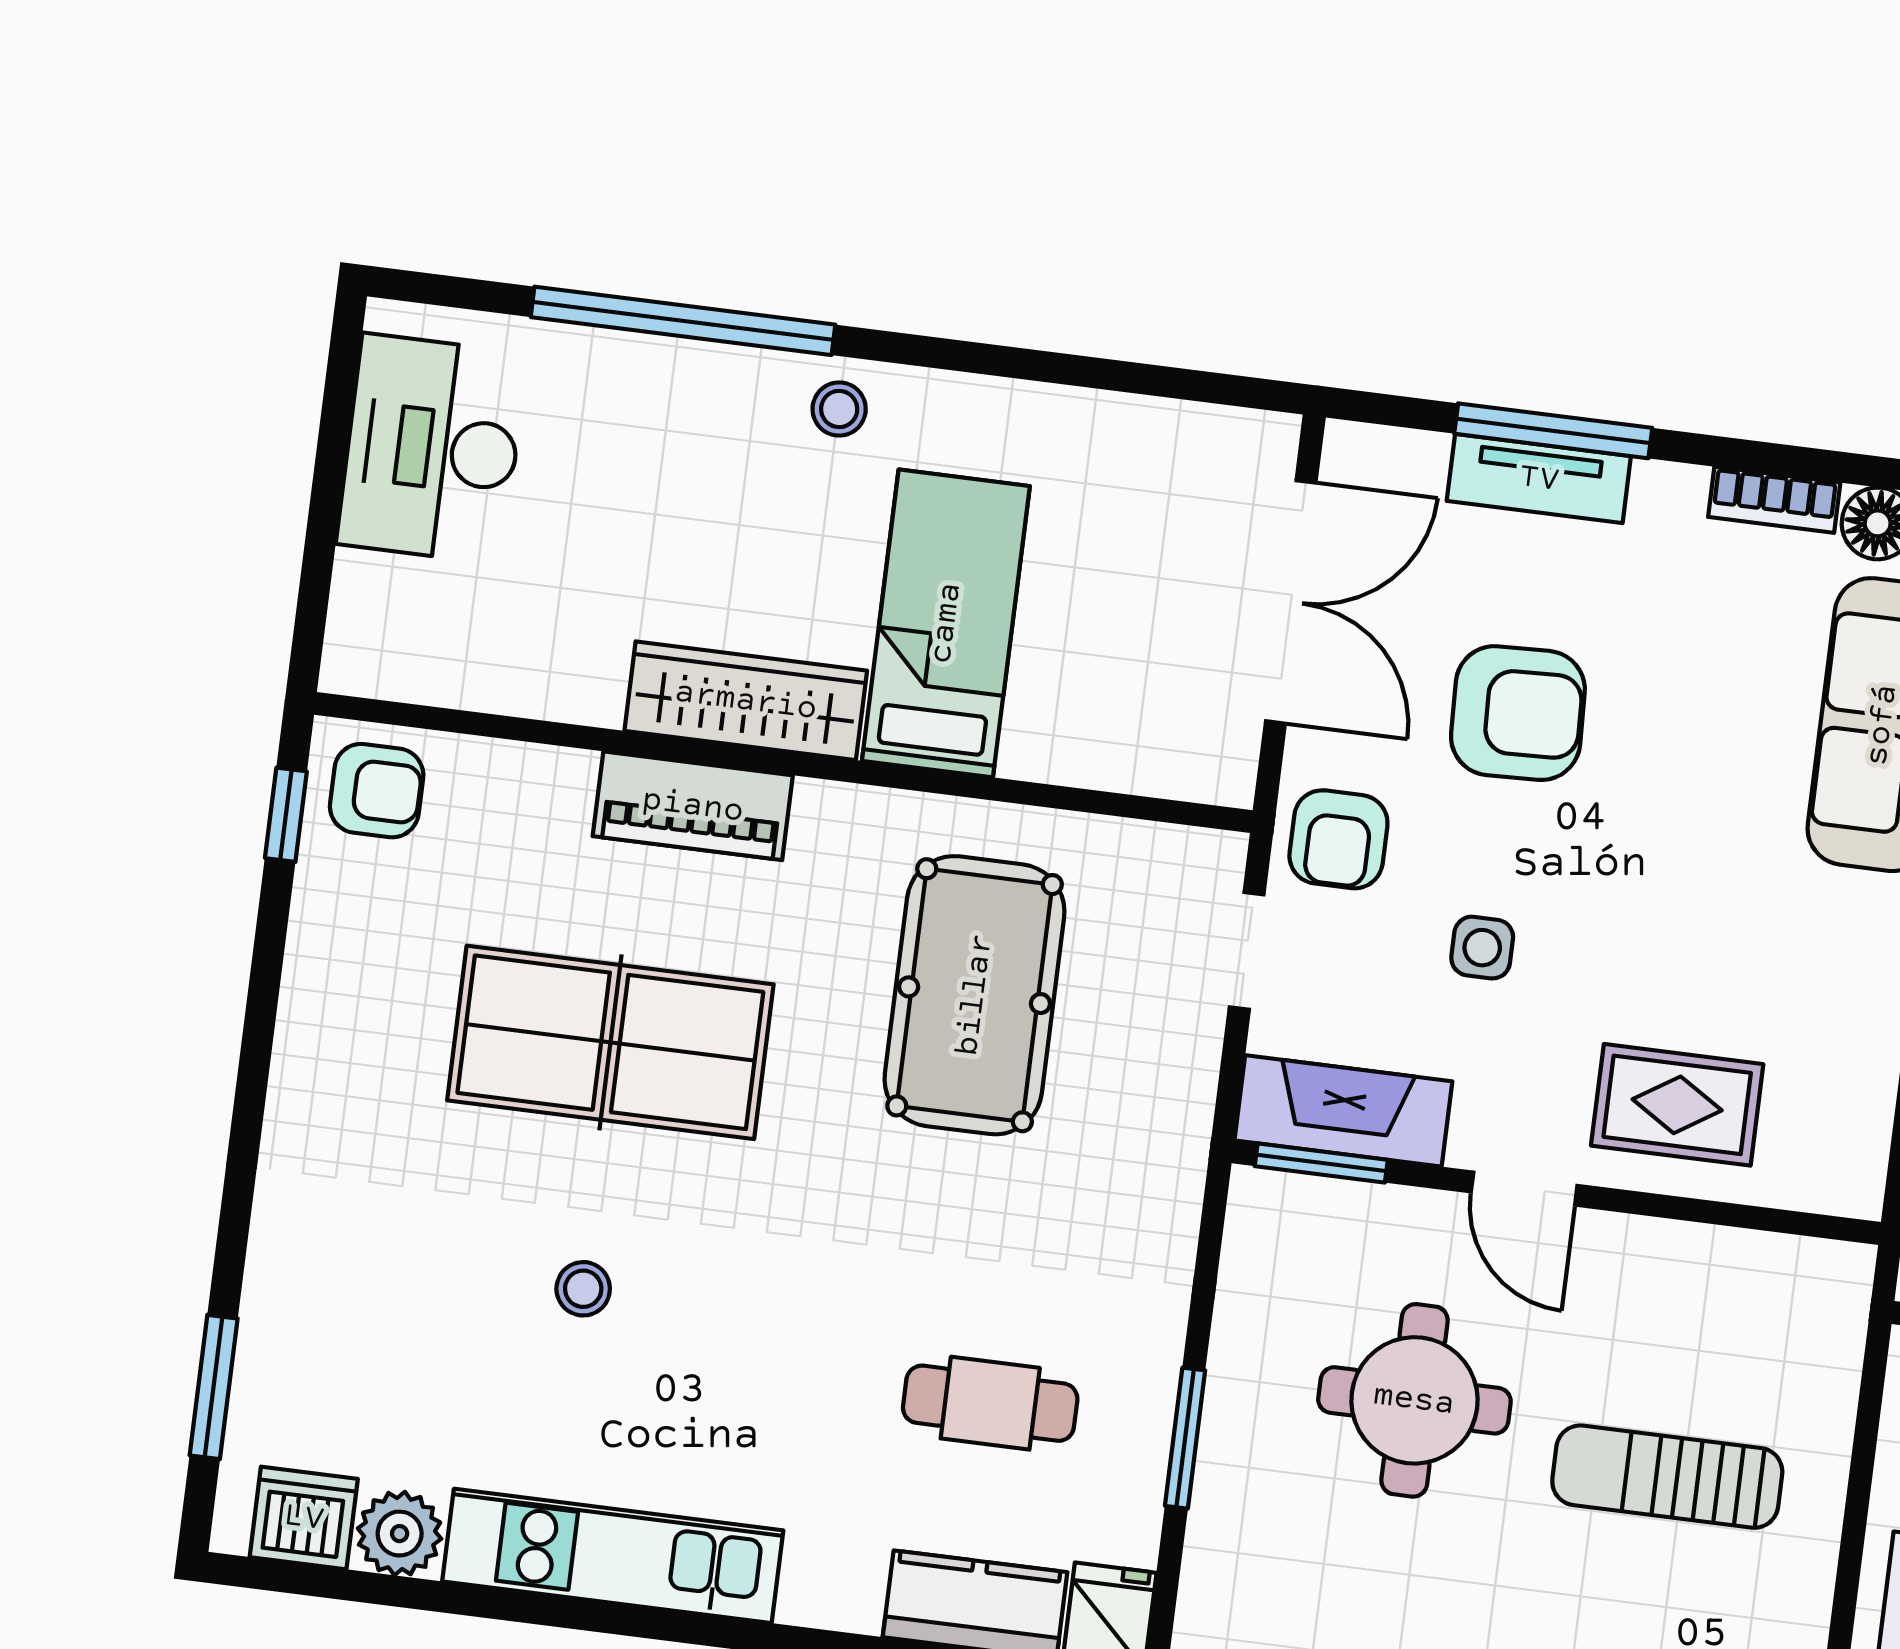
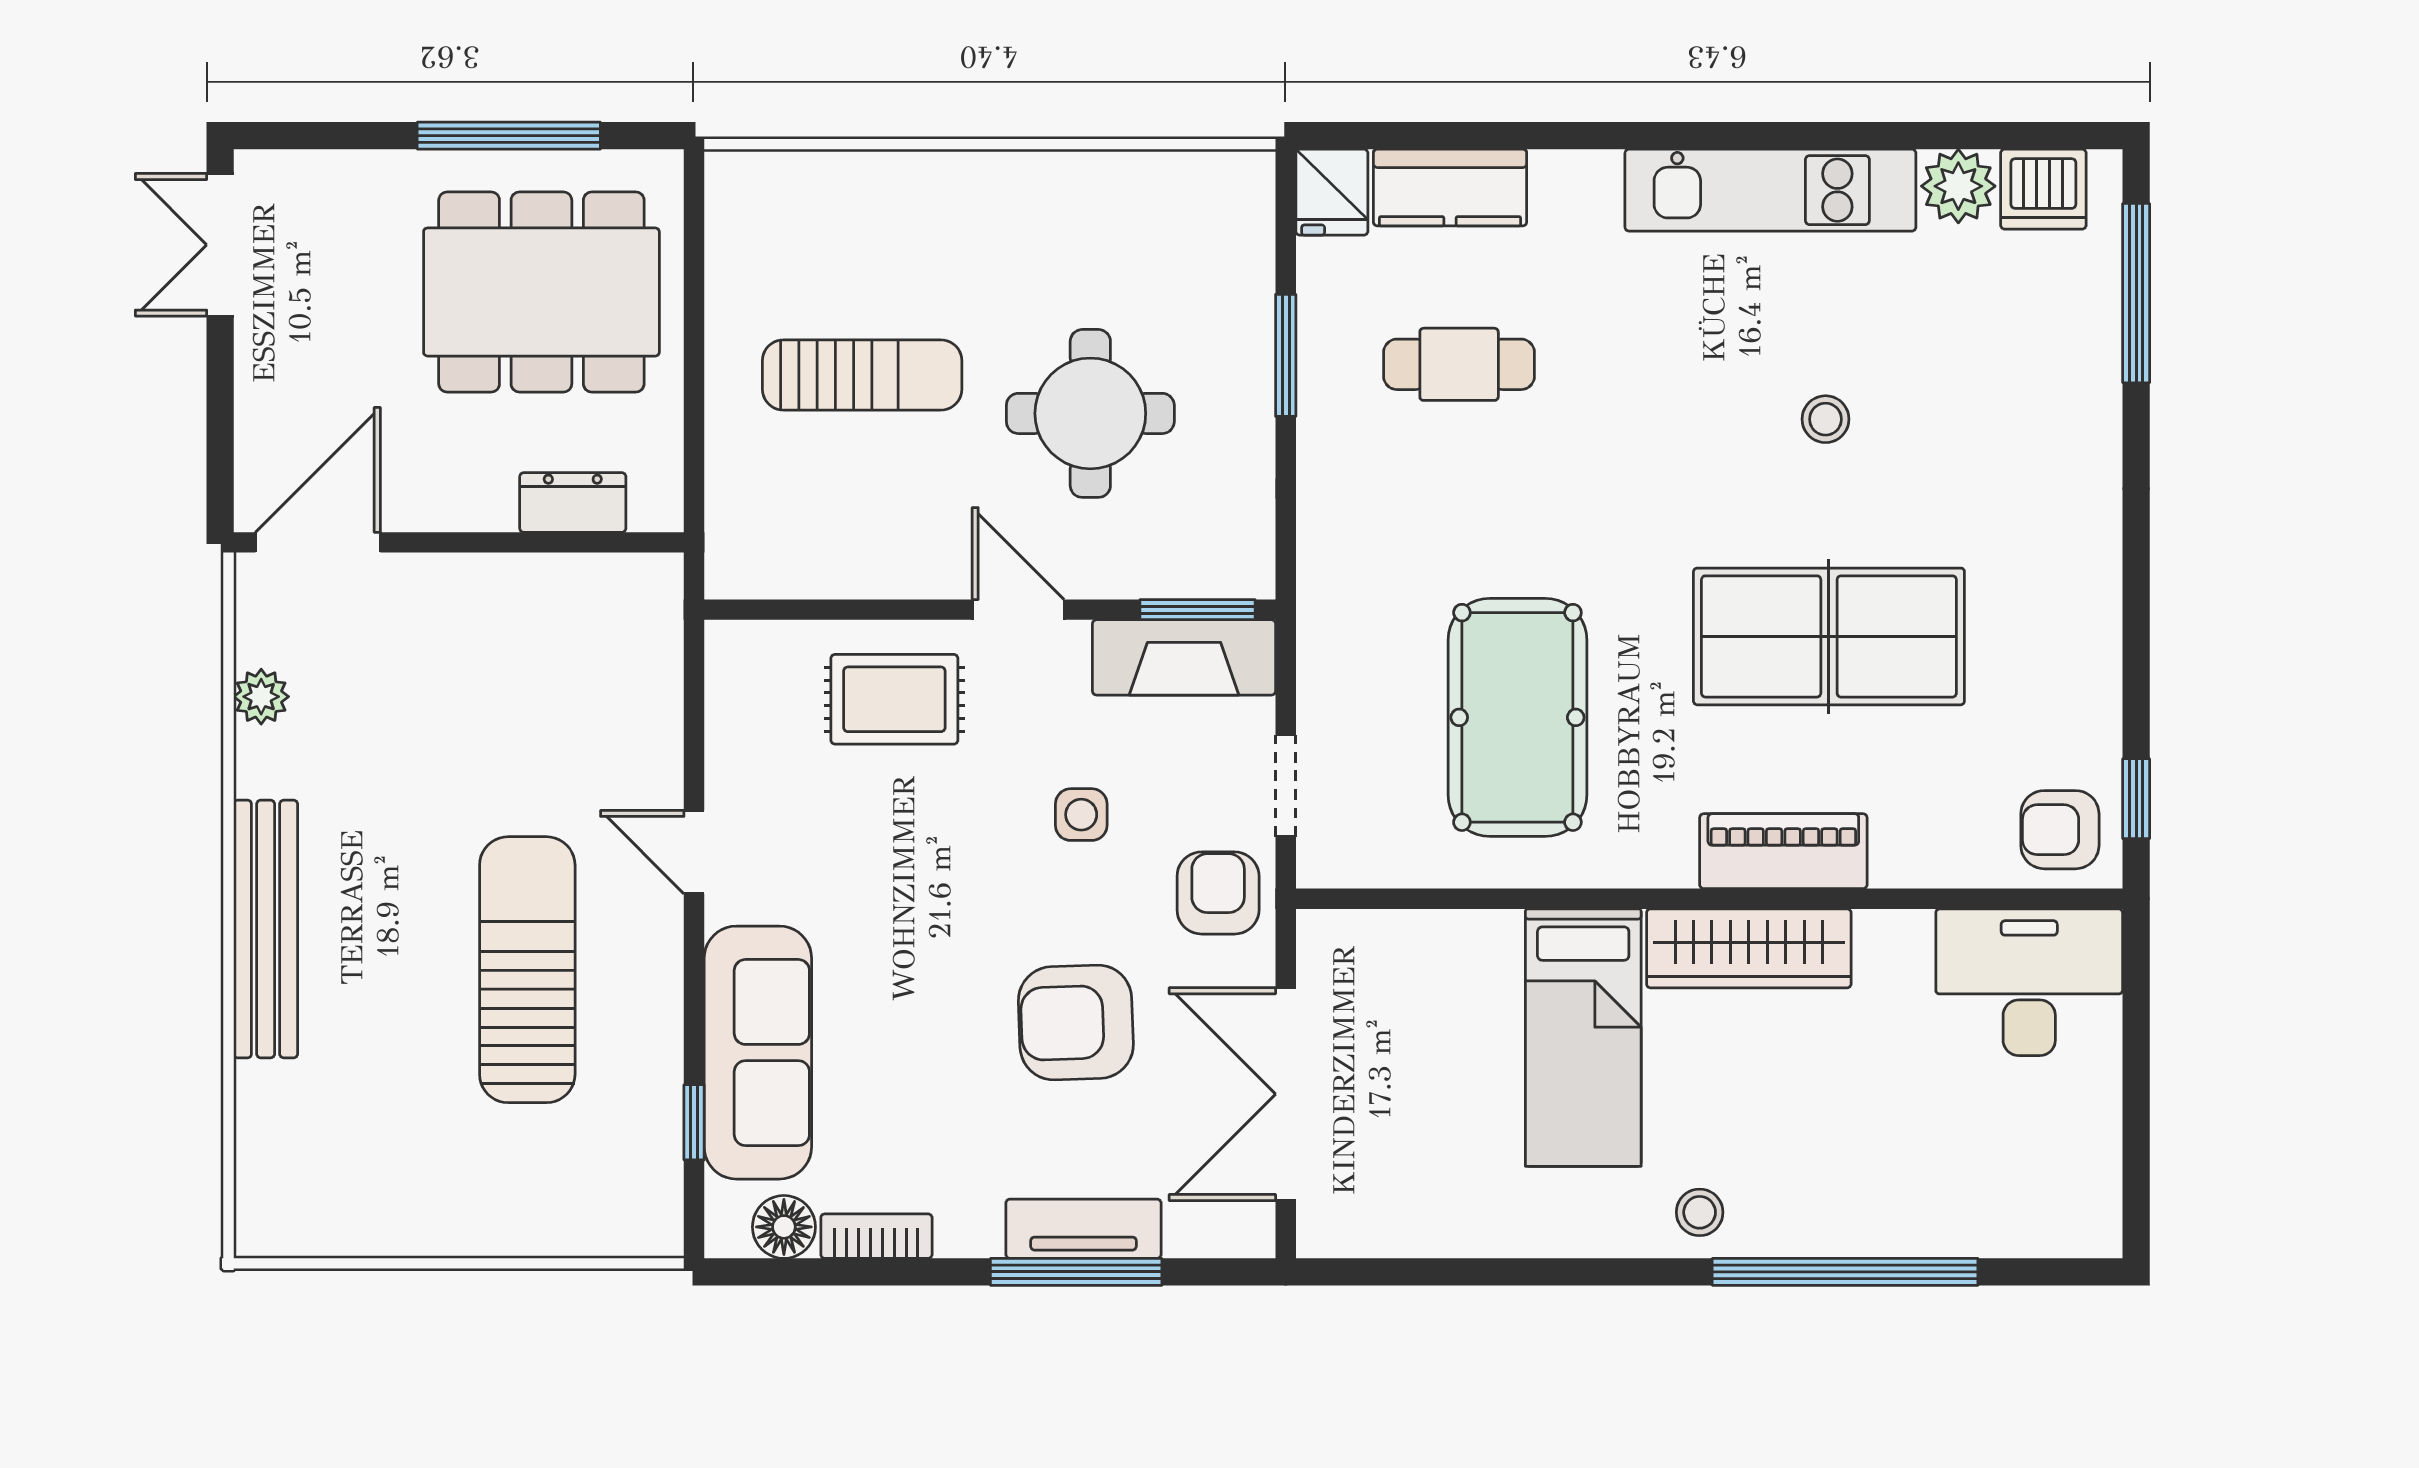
desk: (432, 449) -> (2029, 982), moved, turned -90
window: (214, 1387) -> (2136, 293), width x1.44

